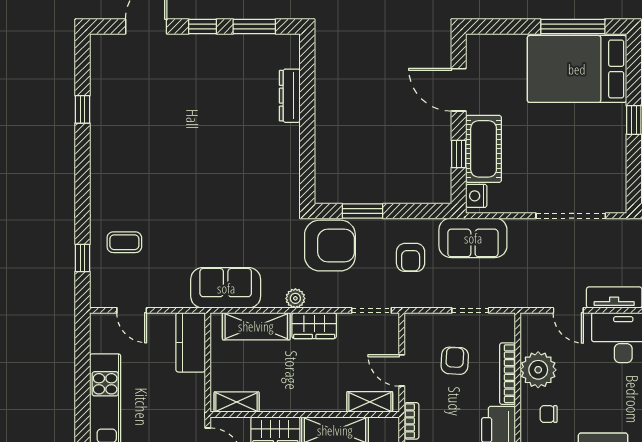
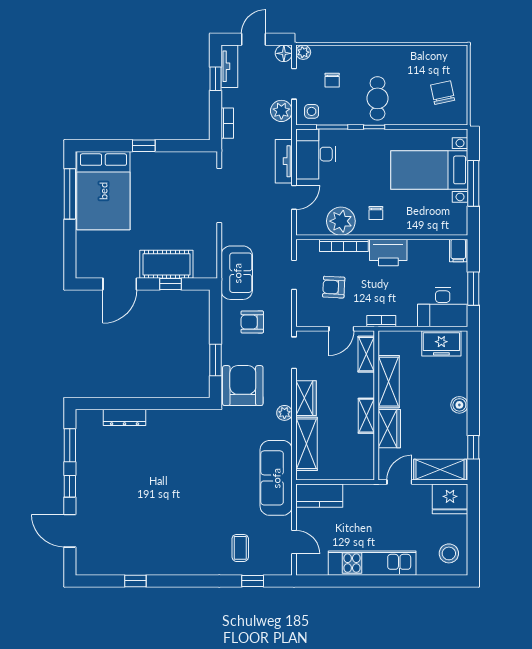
nightstand: (476, 196) -> (204, 270), removed
armchair: (411, 257) -> (252, 322), turned 180
sofa: (226, 288) -> (276, 478), width x1.36
door: (132, 310) -> (294, 542), hinge flipped
shelving: (237, 402) -> (366, 416), moved

